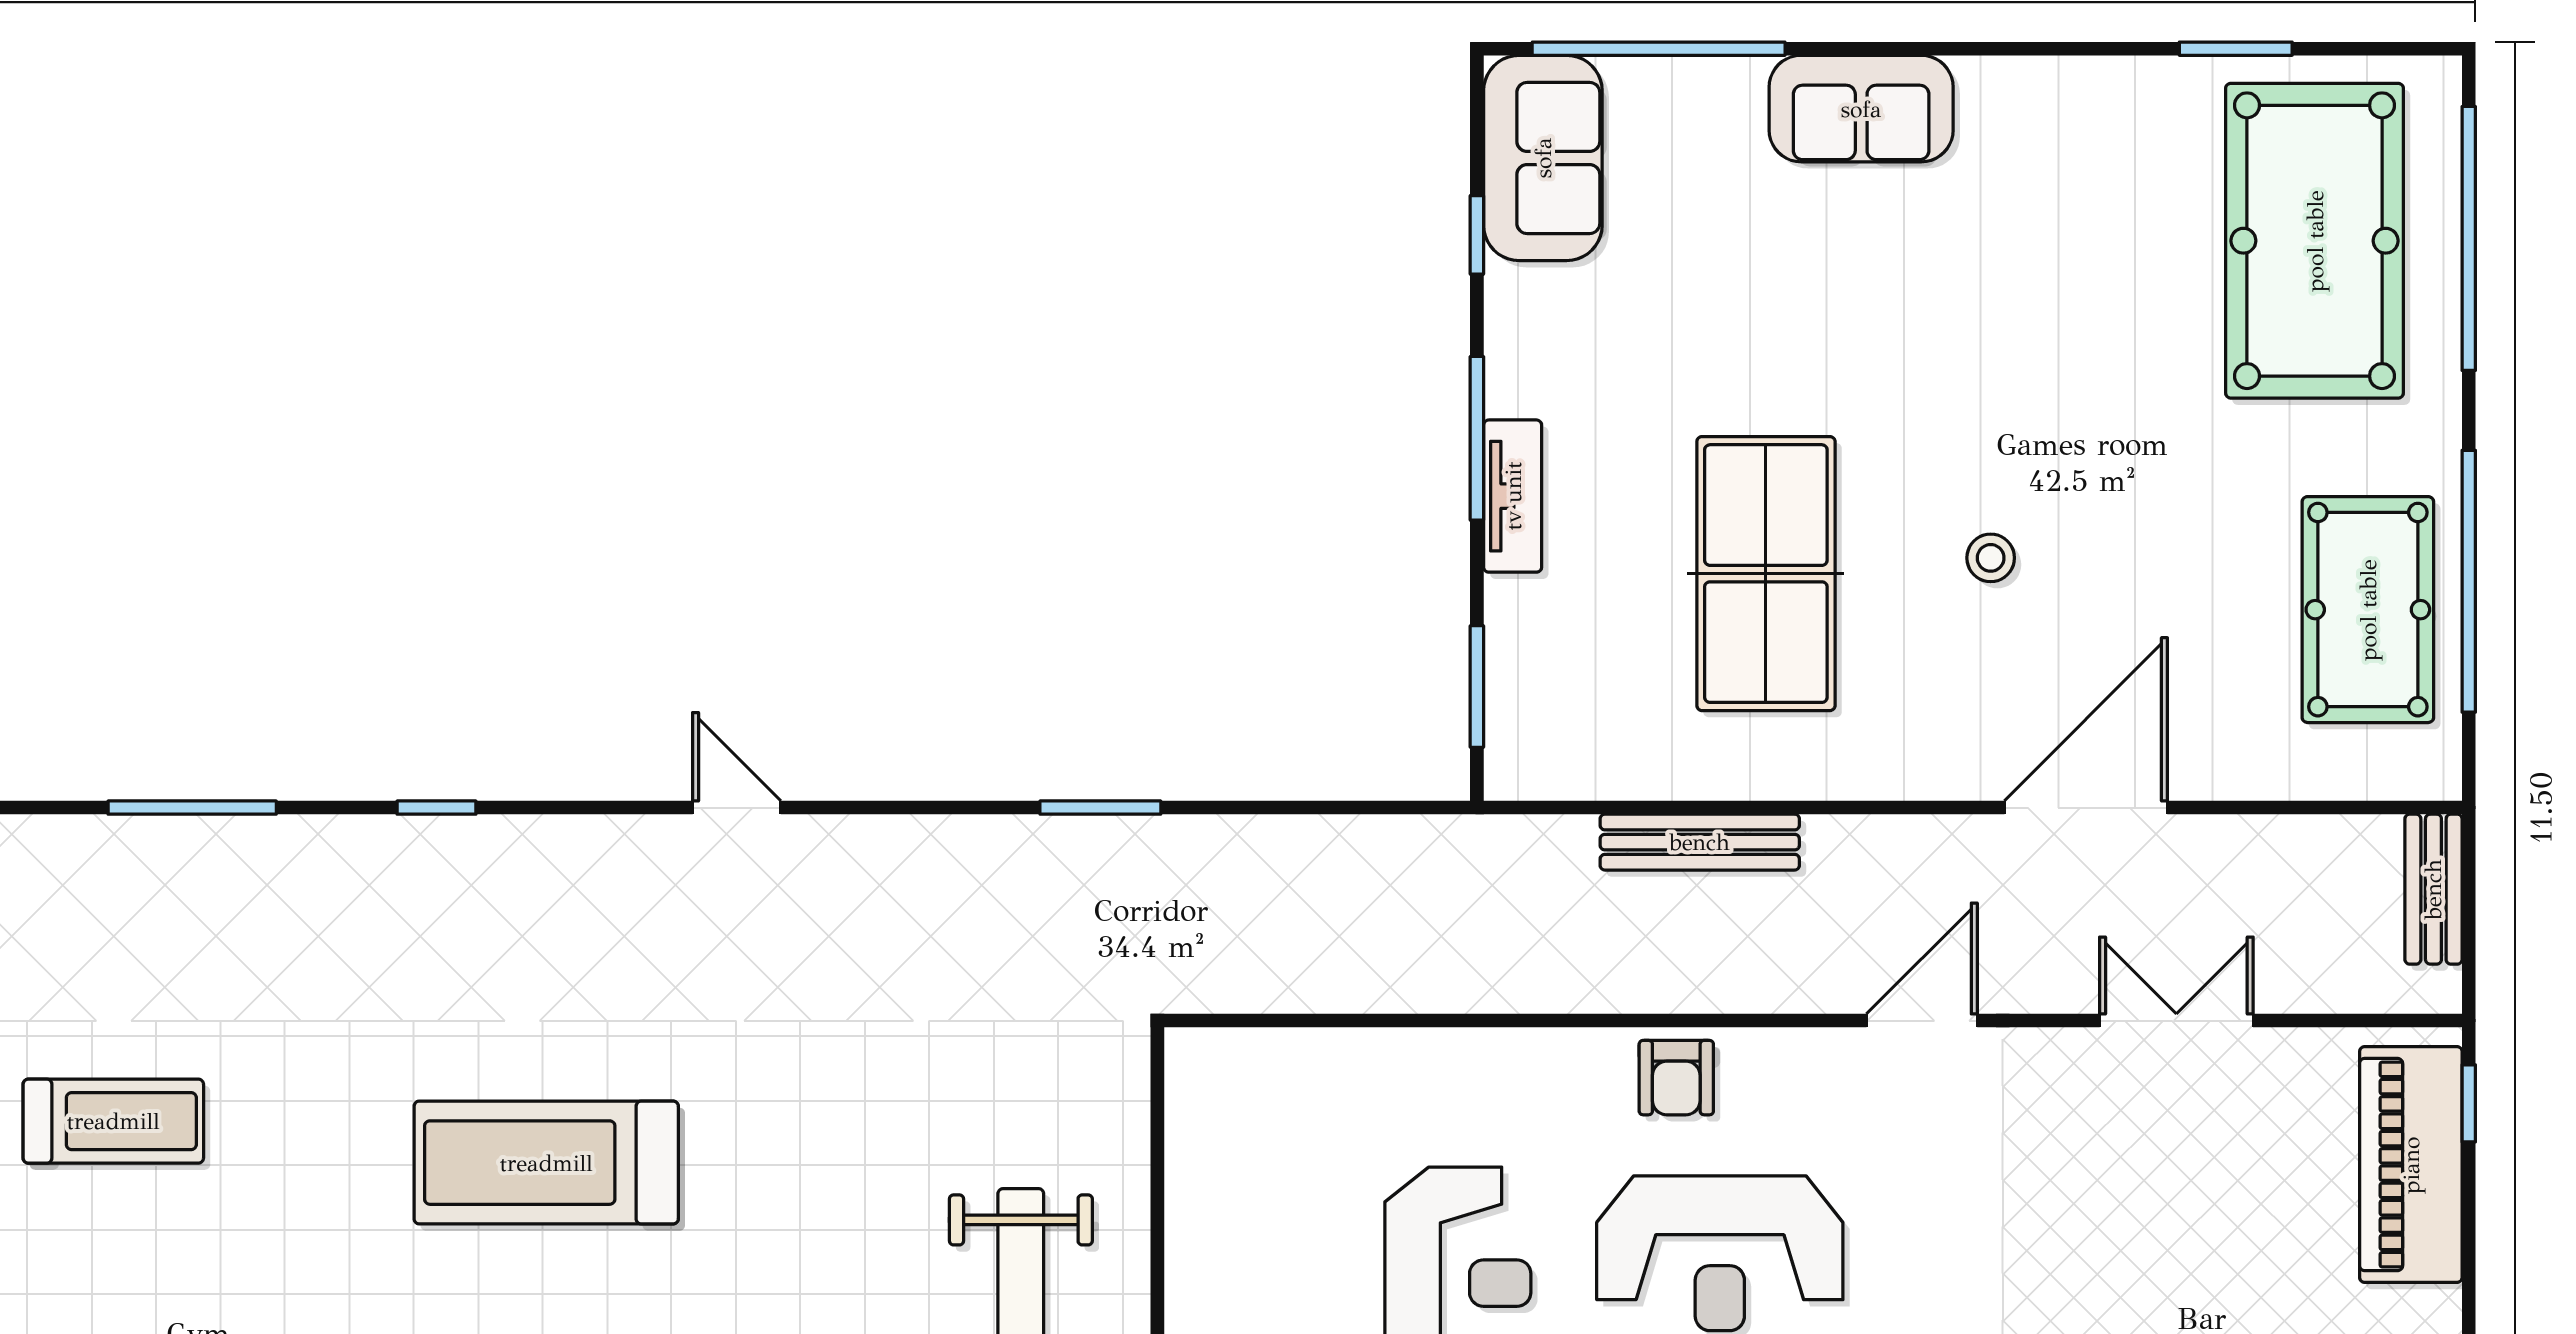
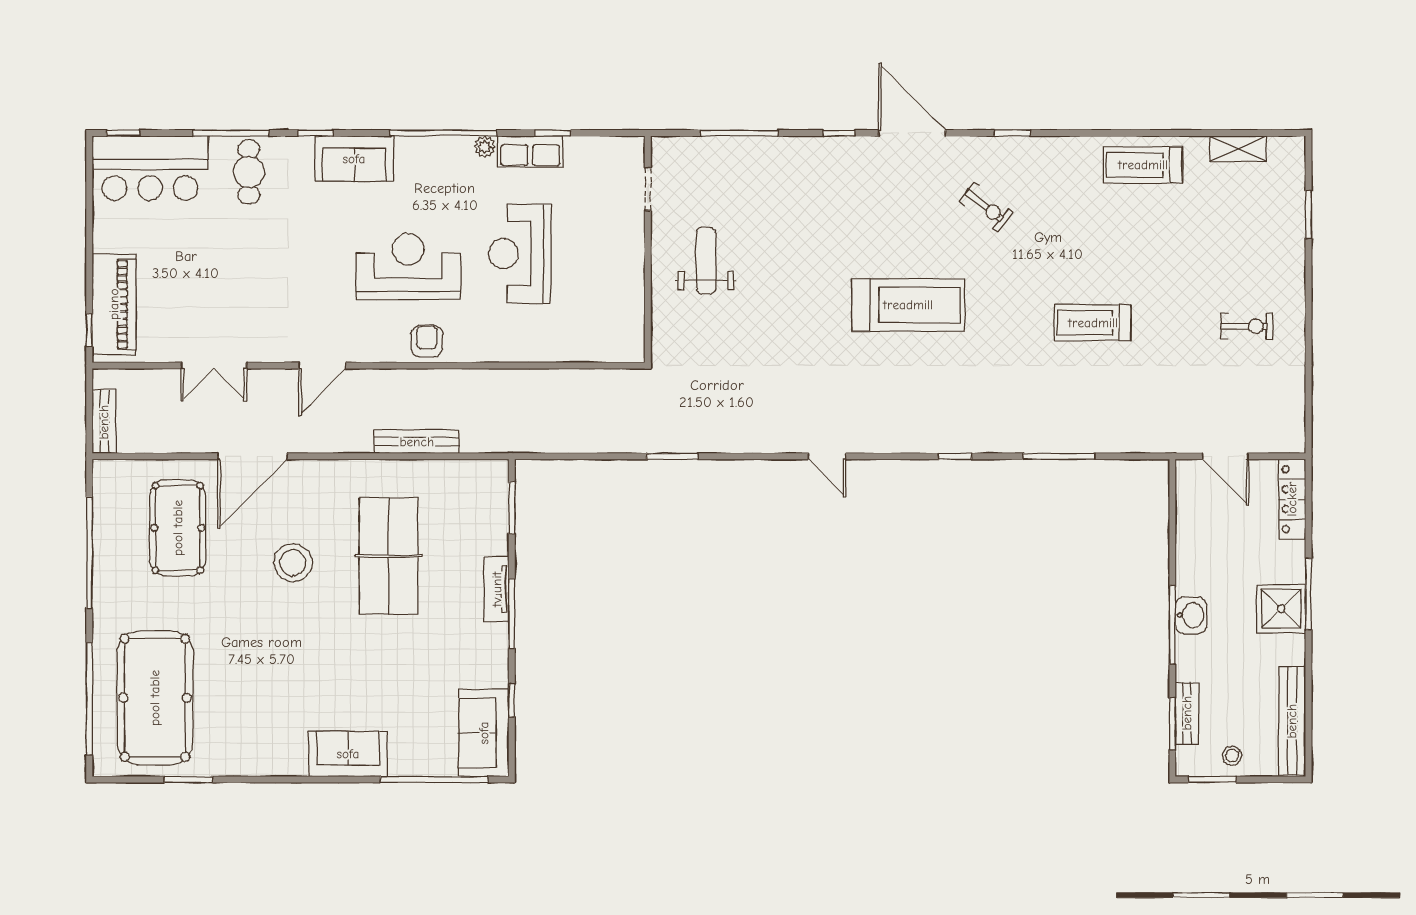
stool: (1991, 558) -> (293, 563), width x1.89, depth x1.89
pool table: (2368, 610) -> (178, 528), moved

